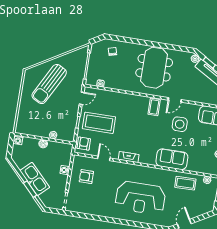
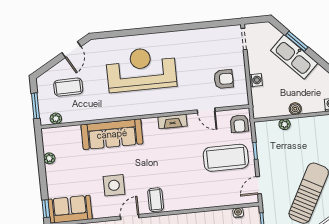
sofa: (172, 159) -> (112, 134), width x1.36
coffee table: (185, 183) -> (68, 87), moved

